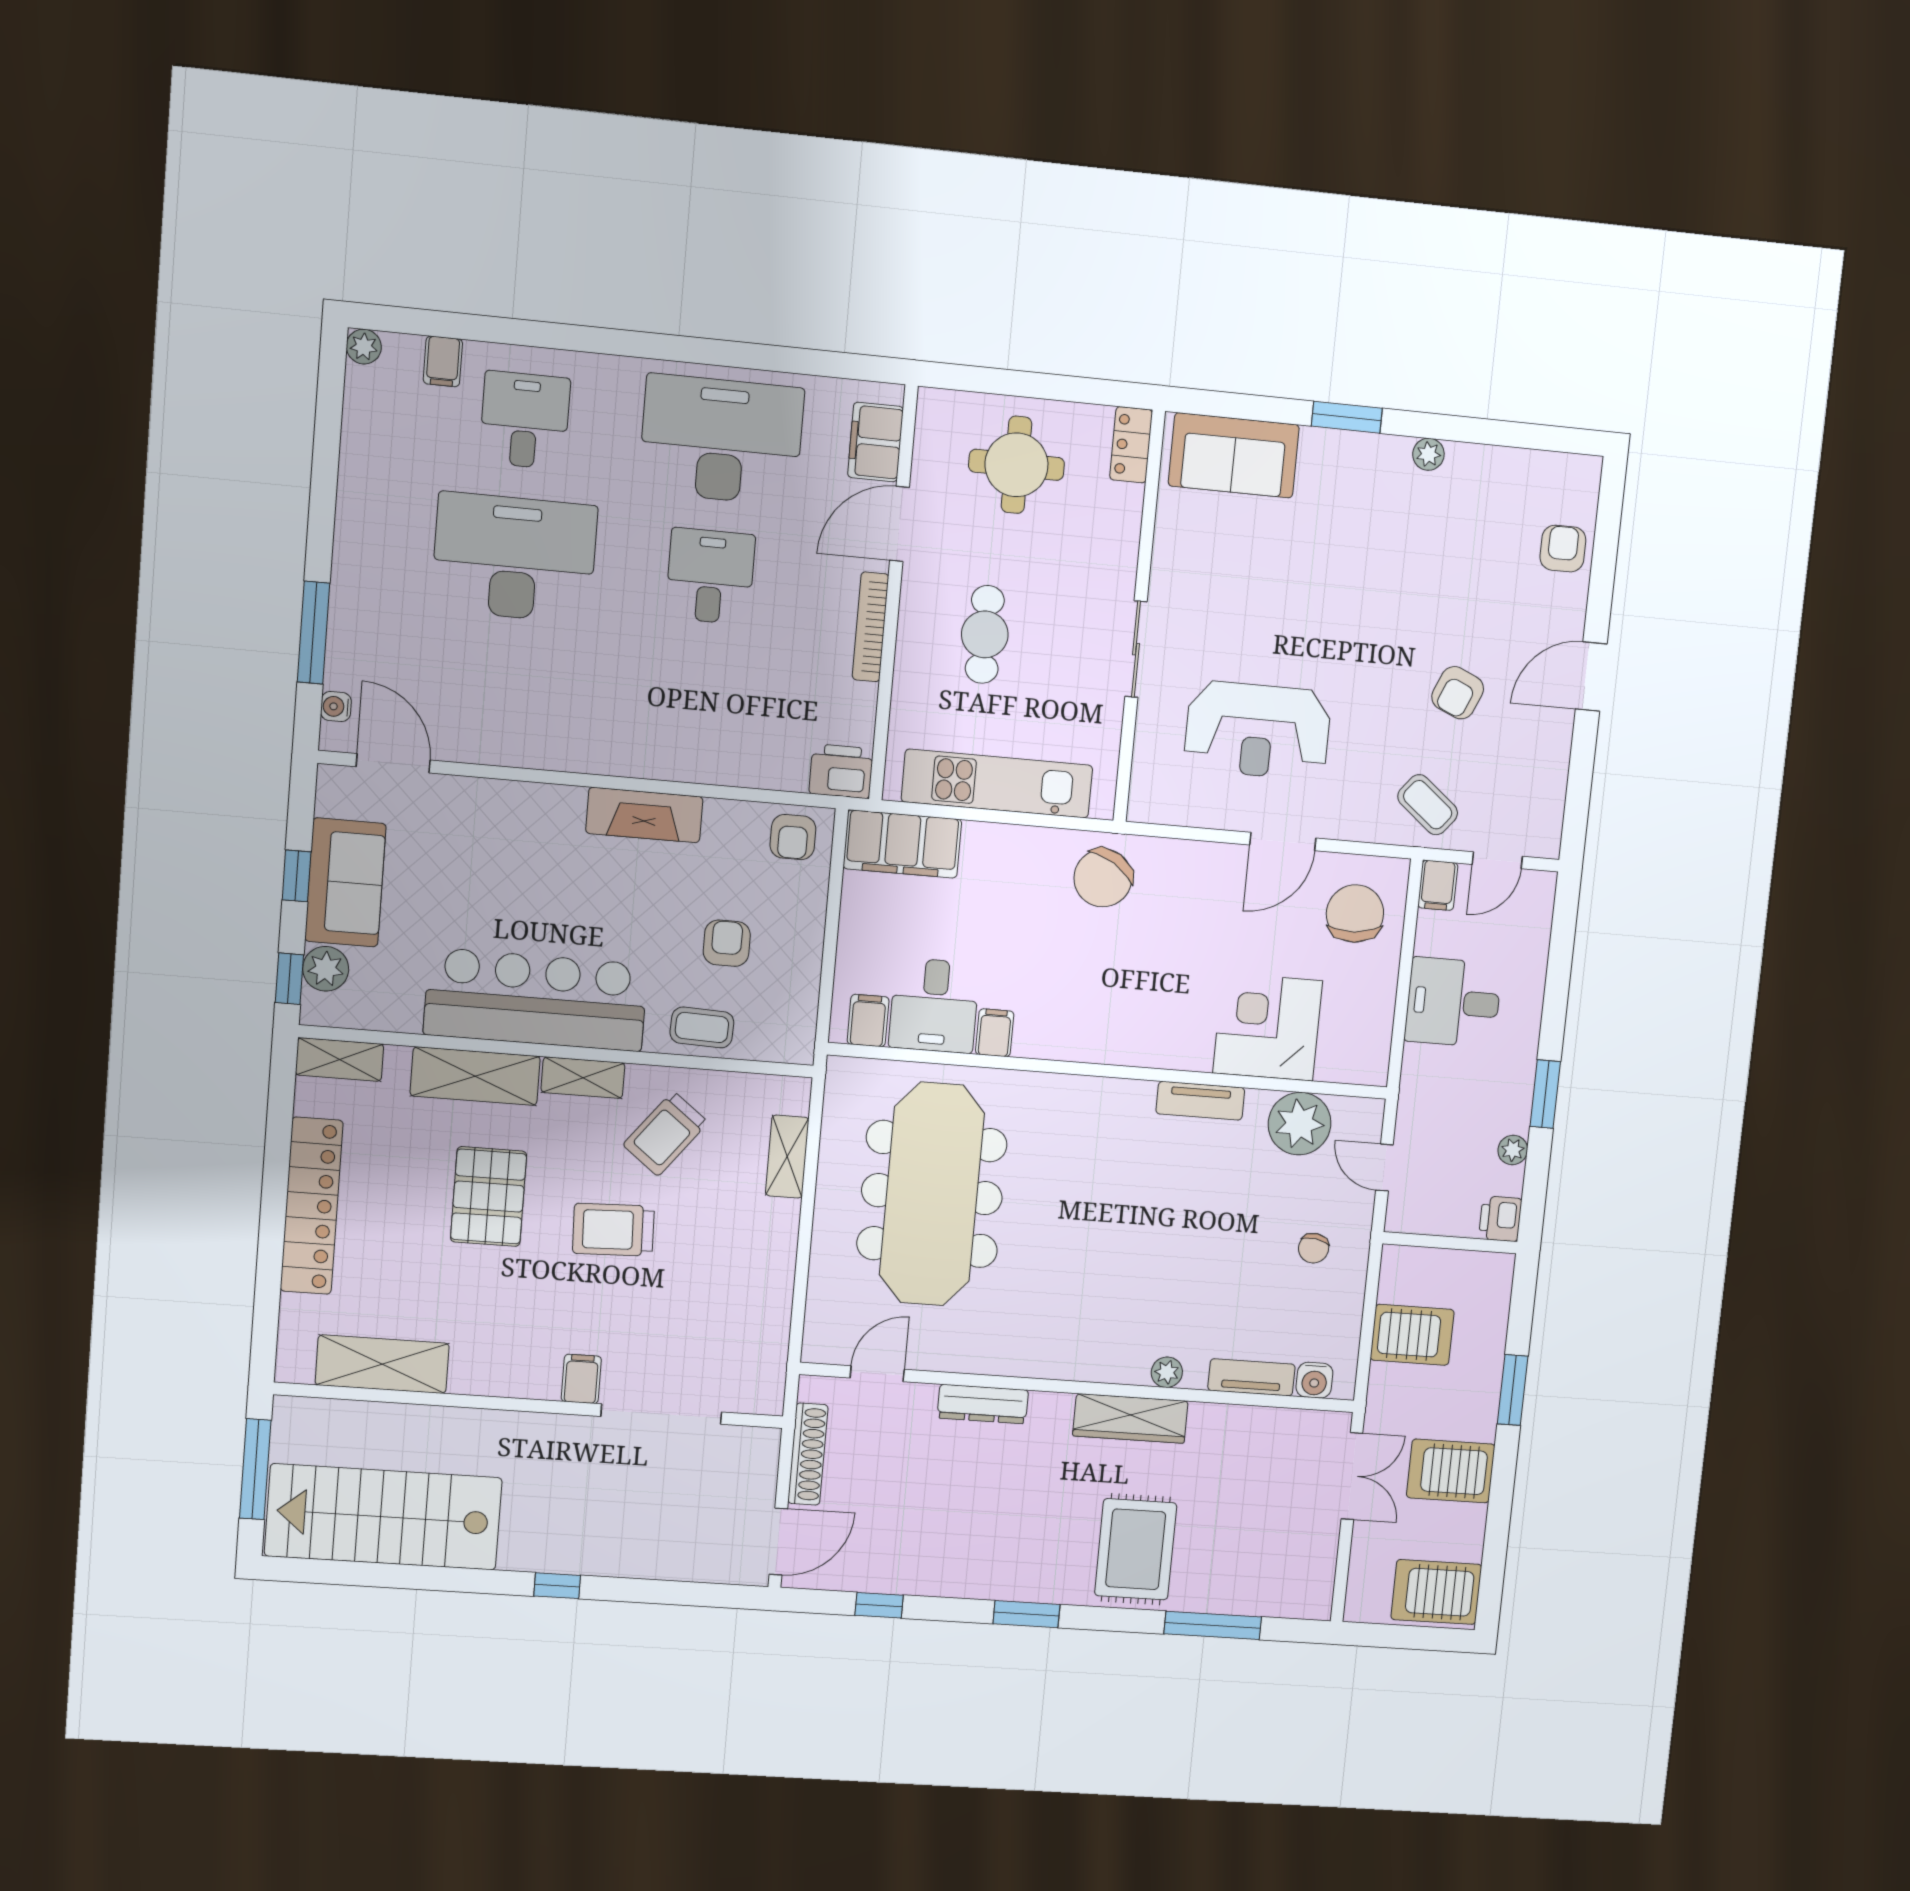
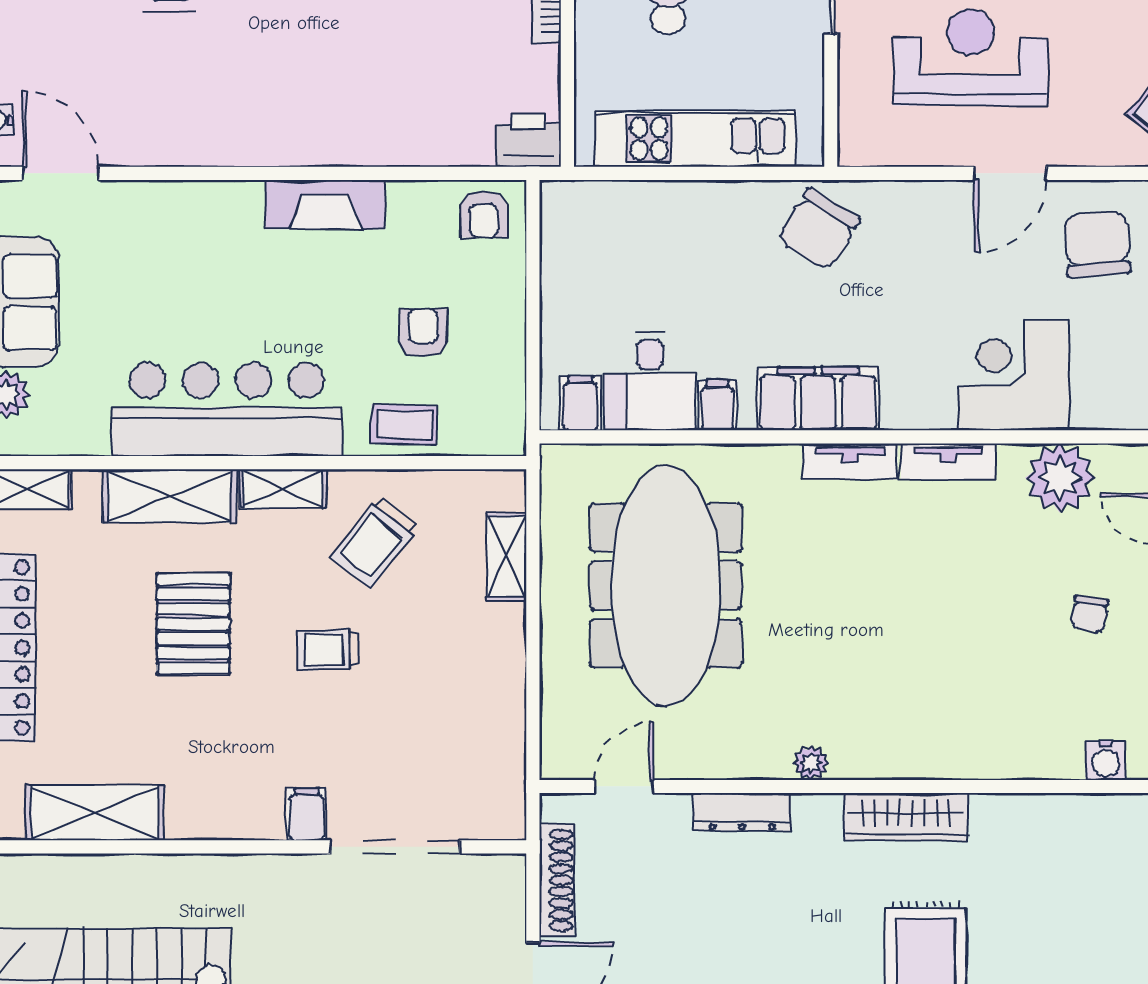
reception desk: (1258, 730) -> (970, 57), turned 180
filing cabinet: (902, 844) -> (818, 399), moved, turned 180
trolley: (613, 1230) -> (328, 650), width x0.73, depth x0.72
plant: (1167, 1372) -> (811, 763), moved
tv unit: (1251, 1377) -> (850, 461), moved, turned 180

